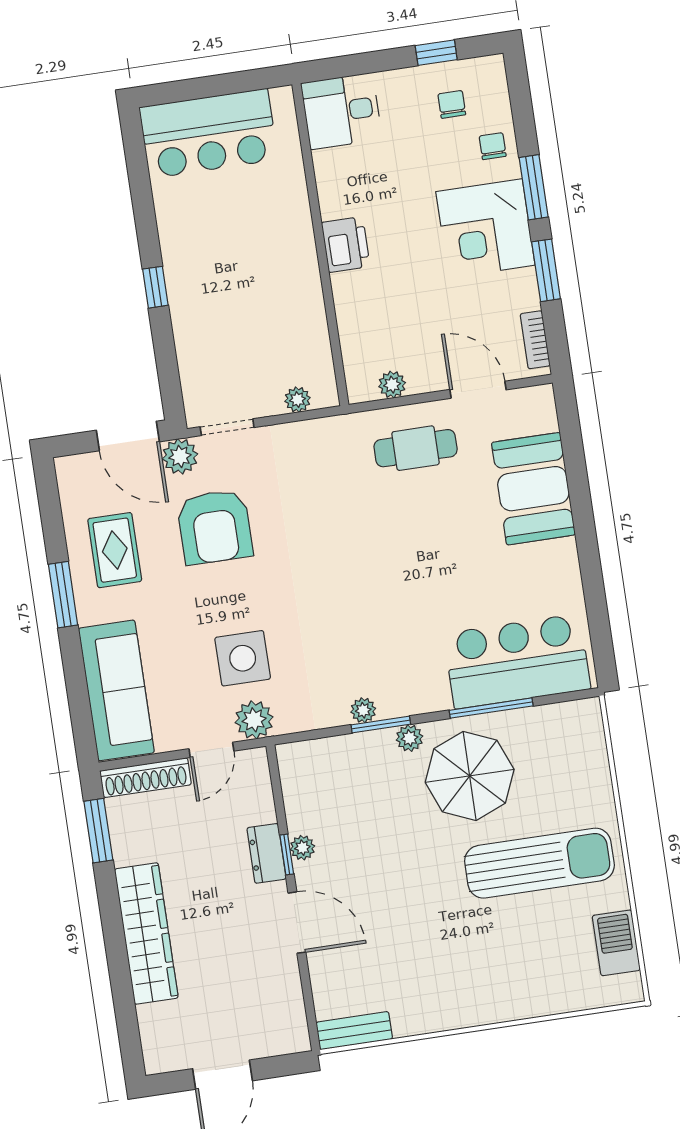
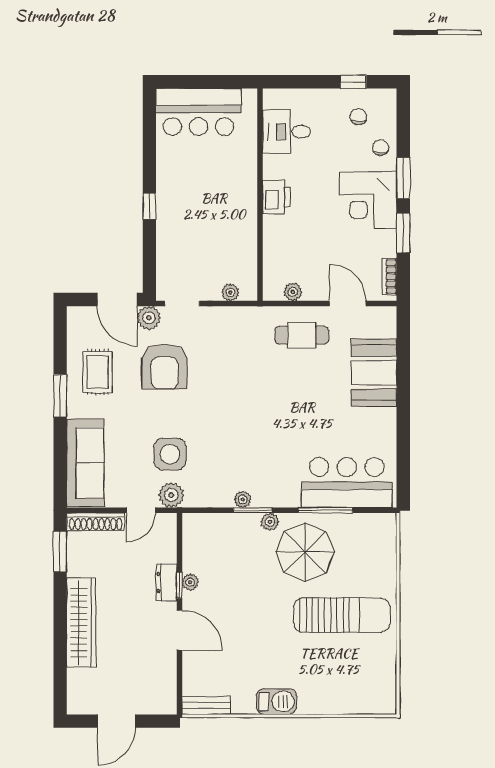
desk: (341, 111) -> (286, 132), moved
barbecue: (616, 943) -> (277, 702), moved, turned 90

